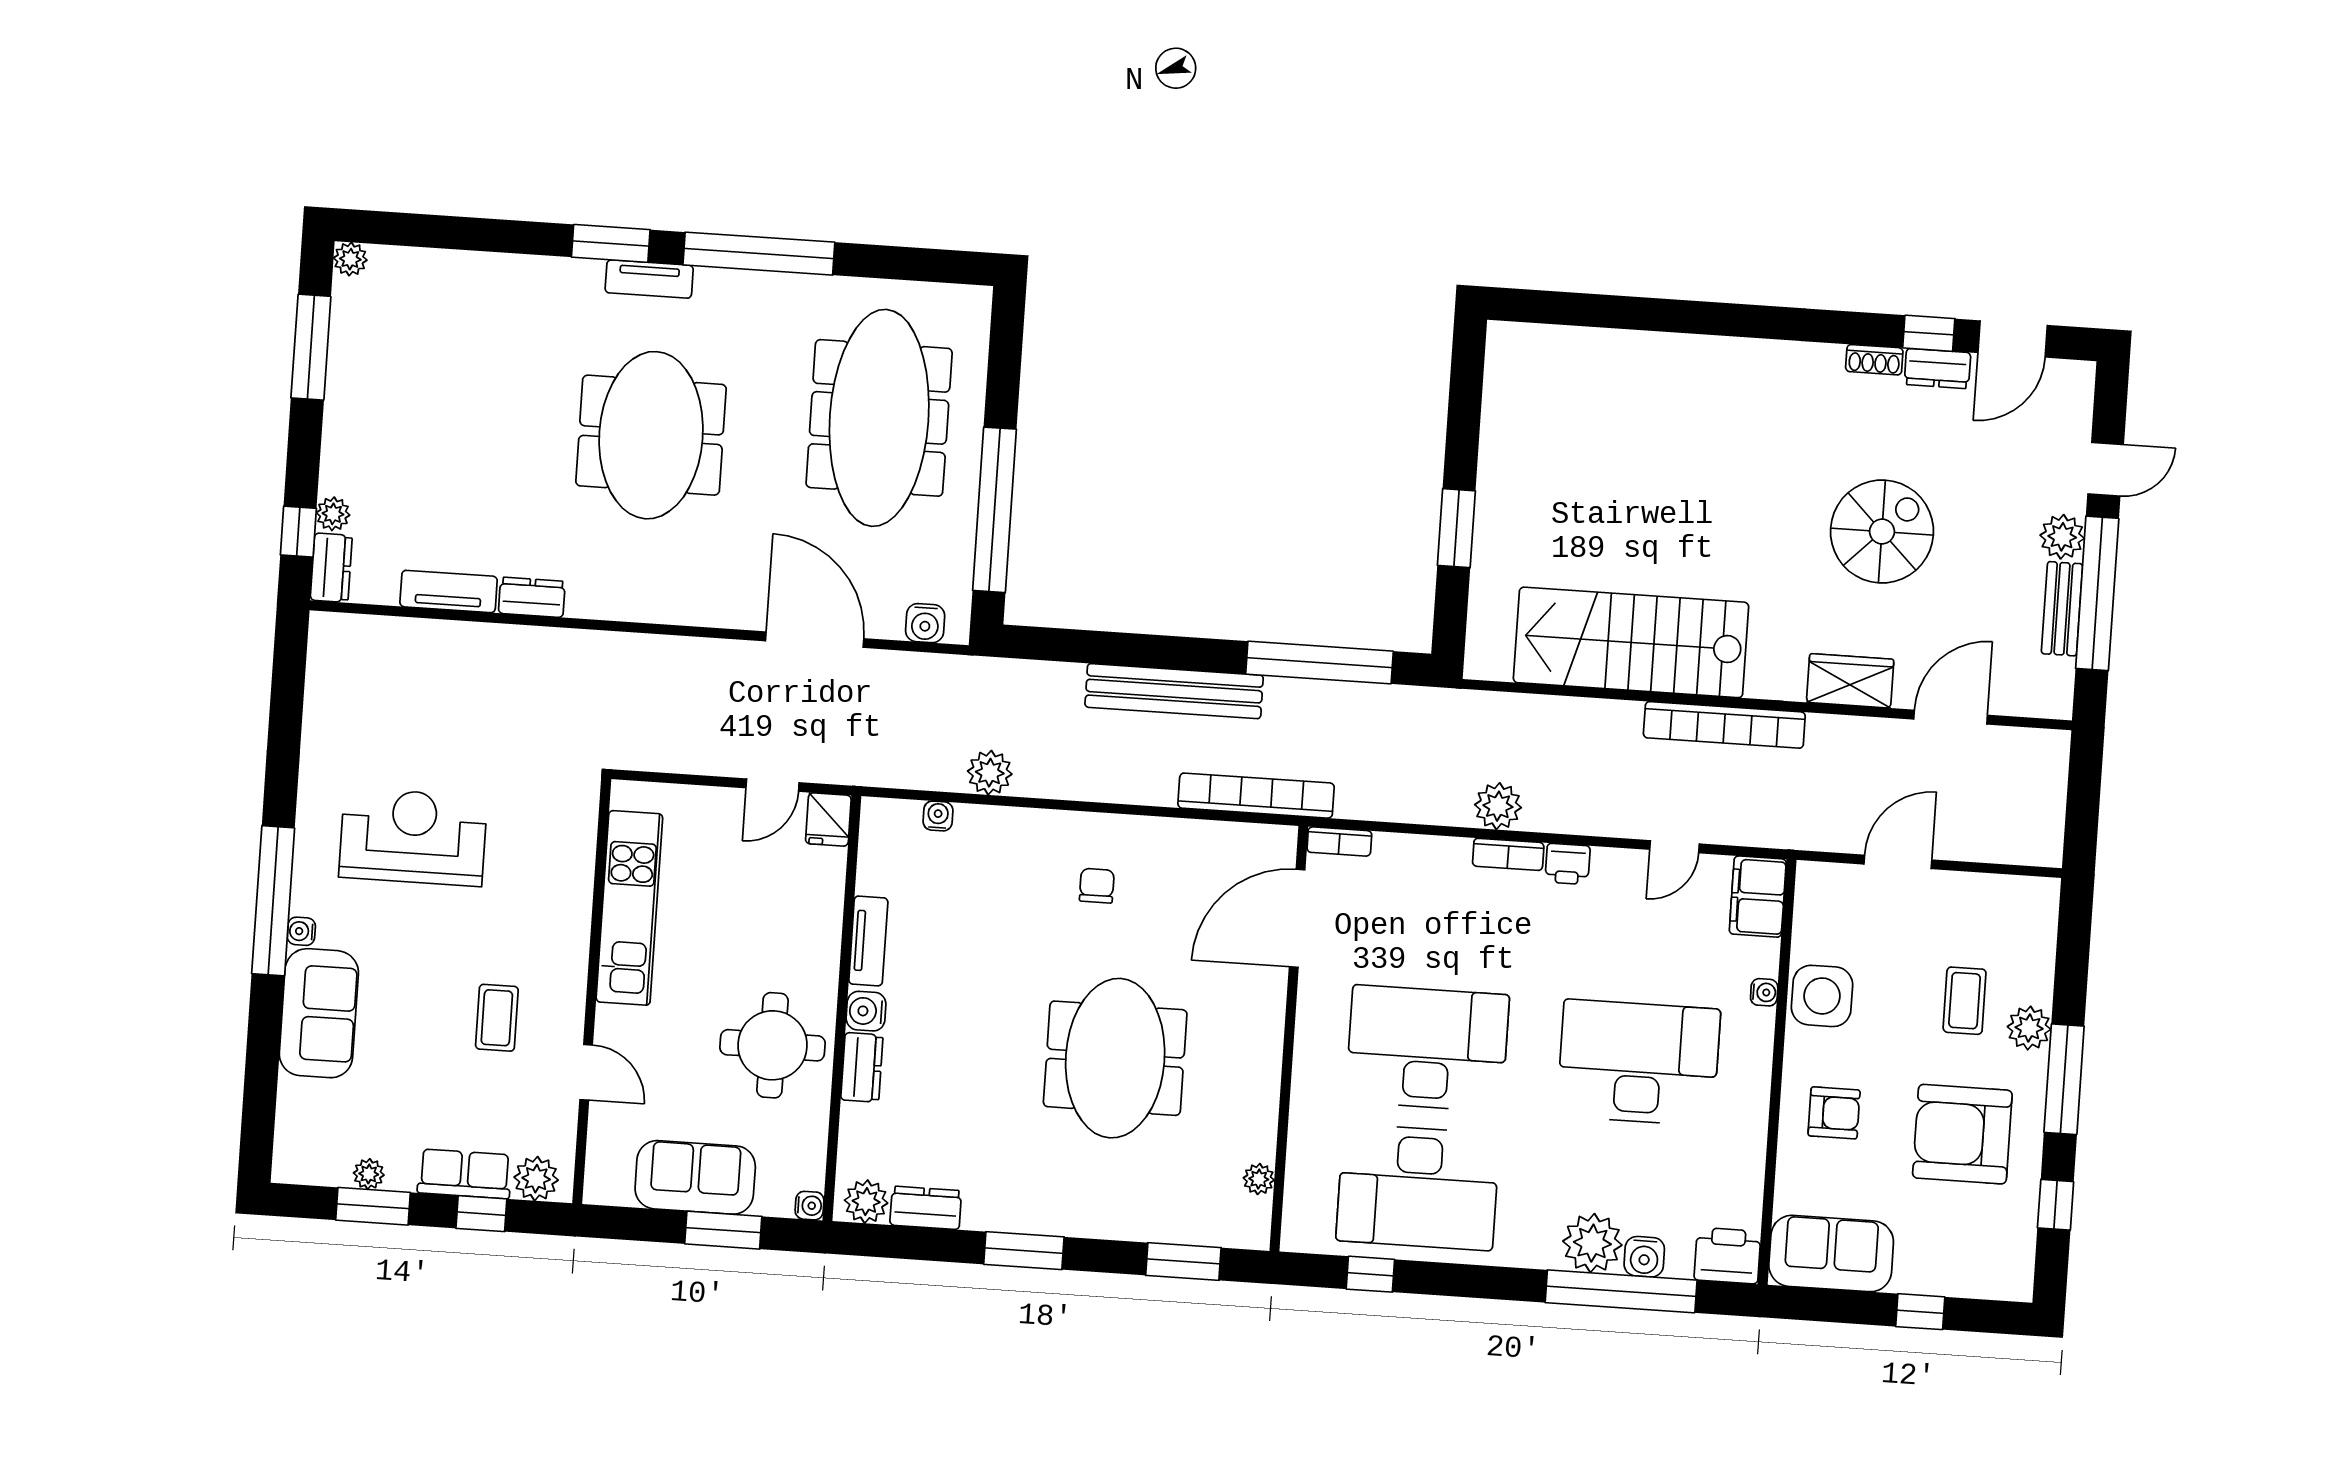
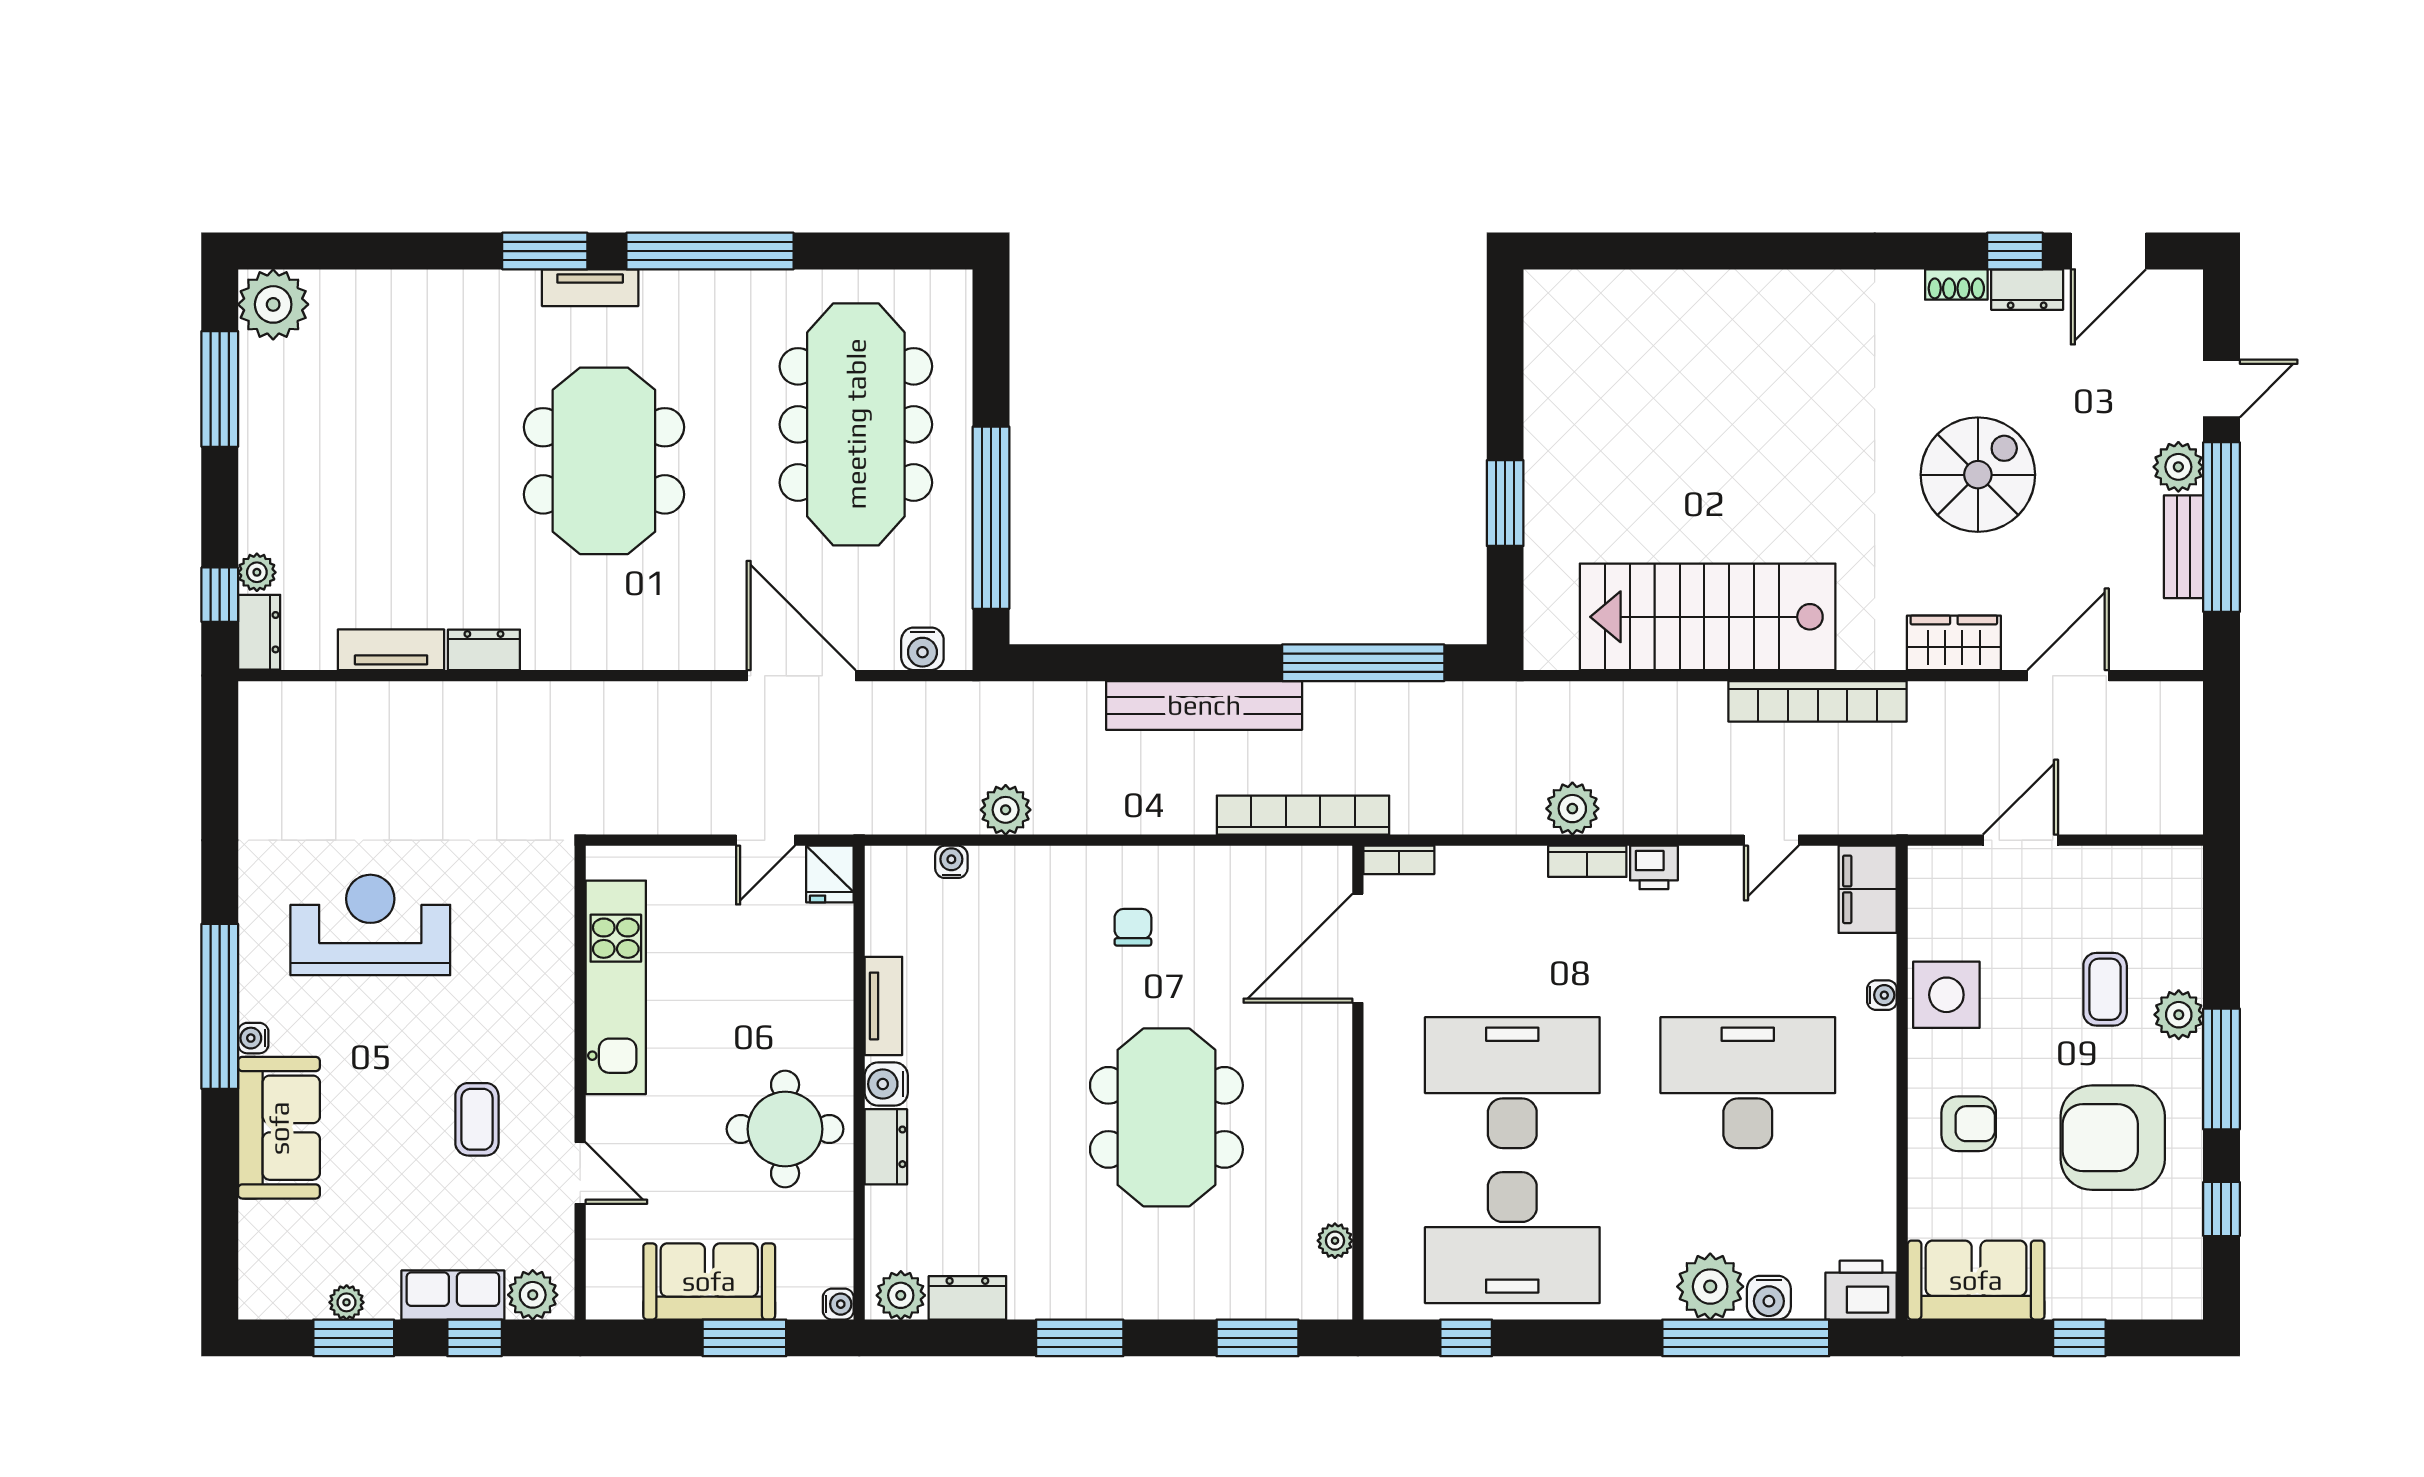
plant: (350, 259) -> (273, 304), width x1.88, depth x1.88

